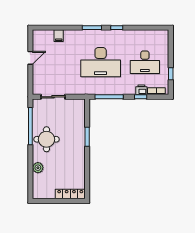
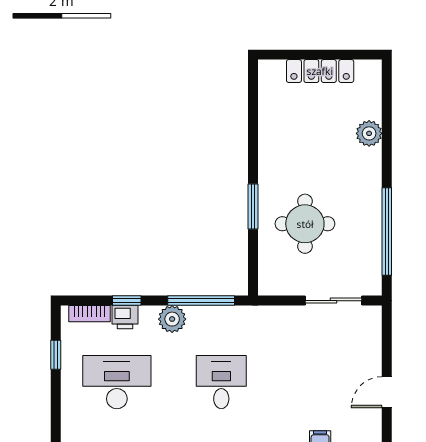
desk: (101, 62) -> (221, 382), width x0.53, depth x0.77
plant: (121, 89) -> (172, 319), added
round table: (46, 139) -> (305, 224), moved
locker: (70, 194) -> (320, 71), moved

